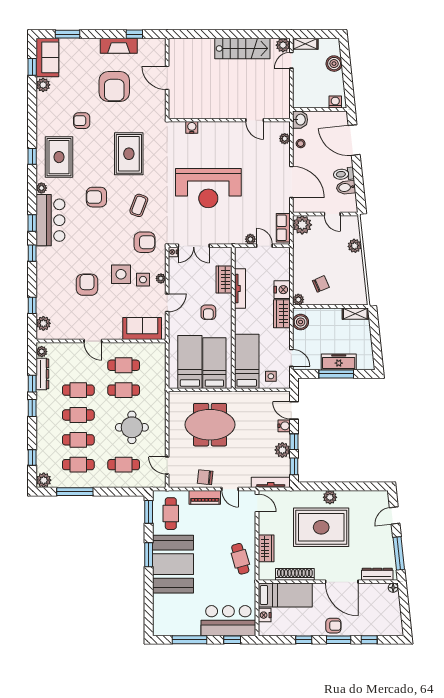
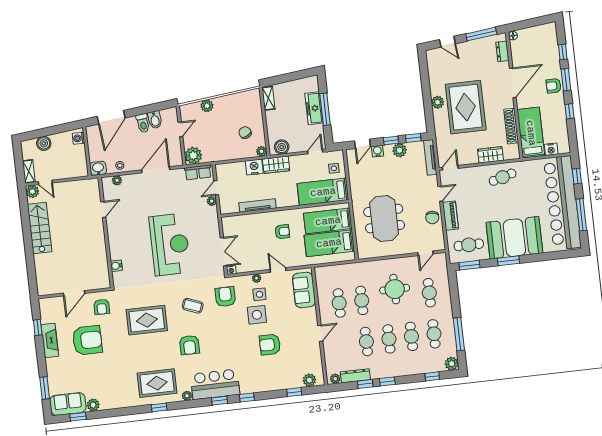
armchair: (82, 121) -> (102, 307), moved
wardrobe: (224, 279) -> (251, 221), removed
dresser: (377, 574) -> (502, 51), width x0.70
bar counter: (228, 621) -> (562, 203), width x1.86
armchair: (333, 626) -> (554, 86), turned -90

